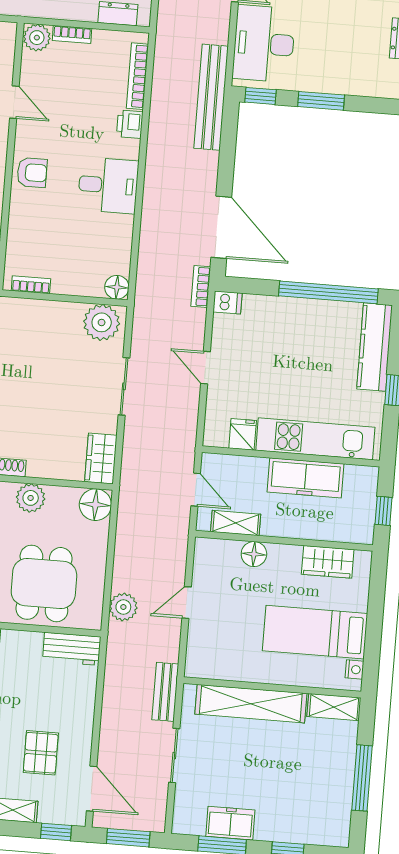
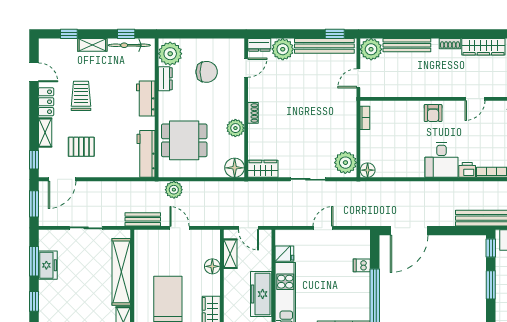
desk: (108, 185) -> (441, 160), moved
bookcase: (201, 286) -> (372, 221), removed
dishwasher: (228, 302) -> (362, 265), moved, turned 90
door: (196, 490) -> (249, 228), hinge flipped
workbench: (72, 649) -> (146, 154), width x1.38
bench: (165, 692) -> (143, 219), moved

